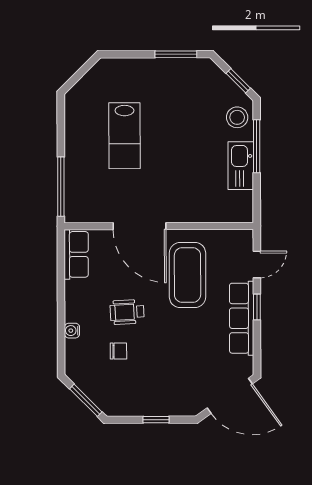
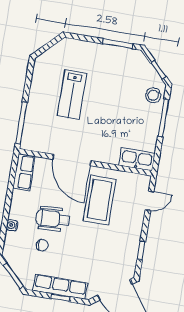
kitchen sink: (241, 166) -> (137, 159), moved, turned 90
window: (257, 307) -> (141, 250), moved
wheelchair: (127, 312) -> (53, 219), width x1.36, depth x1.37
row of seats: (242, 318) -> (60, 287), moved, turned 90

